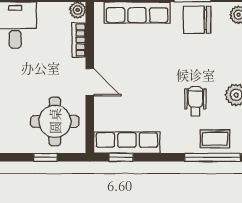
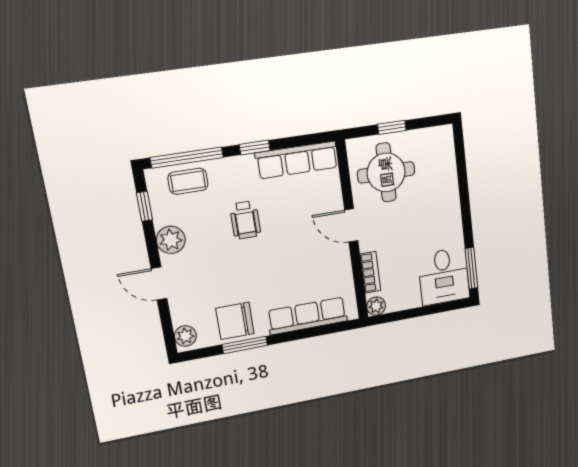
chair: (197, 20) -> (235, 321), turned 180
wheelchair: (195, 101) -> (245, 220), moved
window: (121, 157) -> (255, 148), moved

